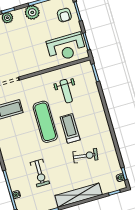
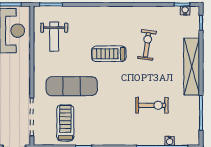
weight bench: (66, 91) -> (54, 36), moved, turned 90
exercise mat: (45, 122) -> (72, 86), moved

